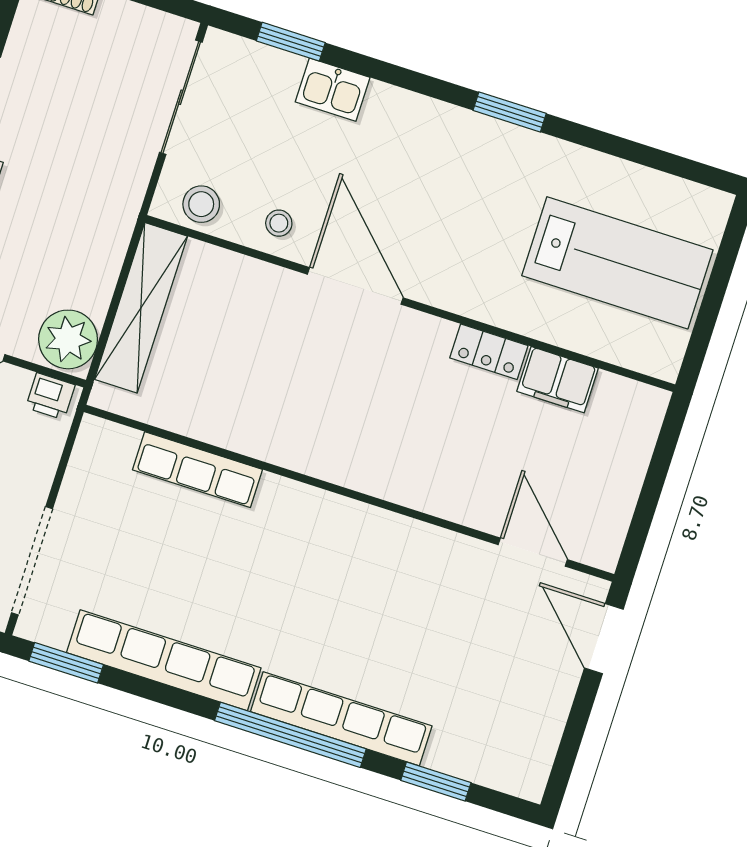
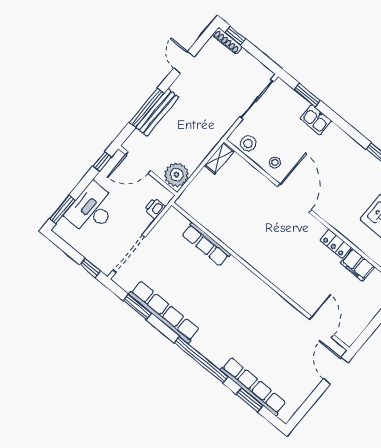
shelving: (141, 308) -> (219, 158), width x0.45, depth x0.75
printer: (50, 396) -> (155, 208), moved, turned 90
window: (66, 663) -> (137, 307), moved
row of seats: (341, 719) -> (253, 386), moved

